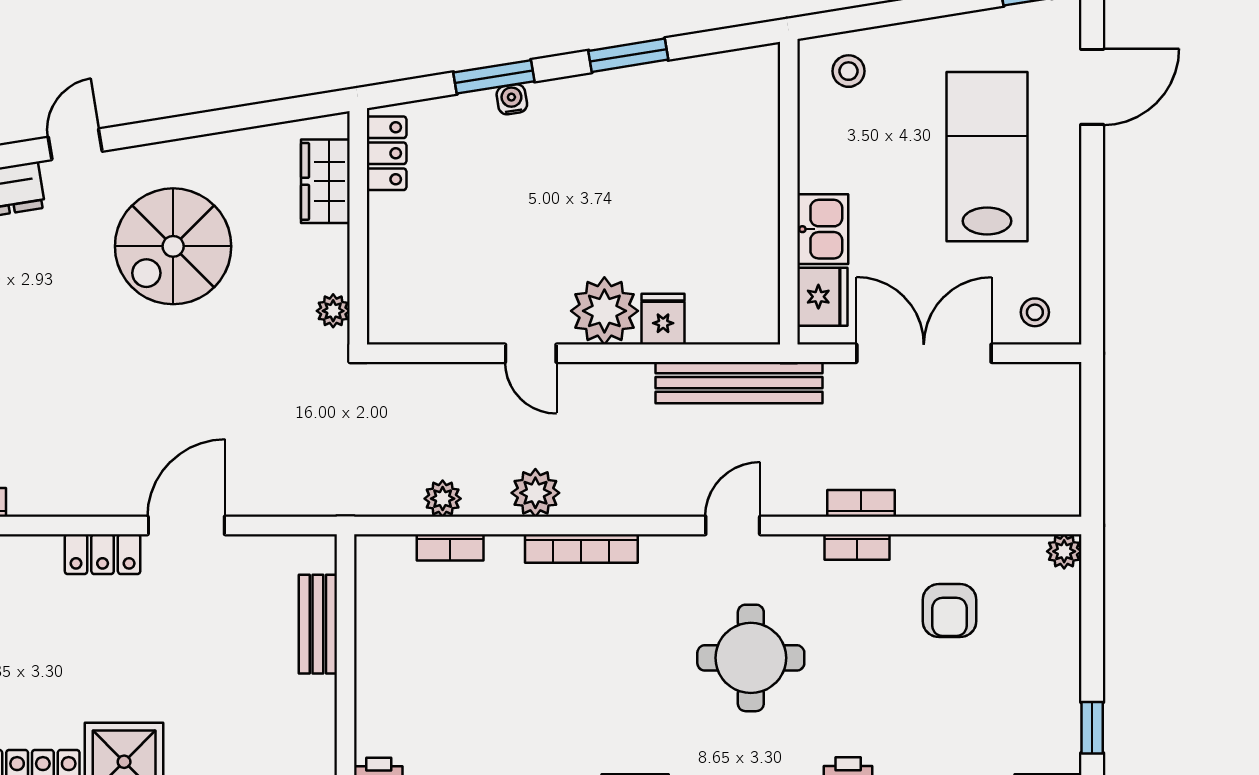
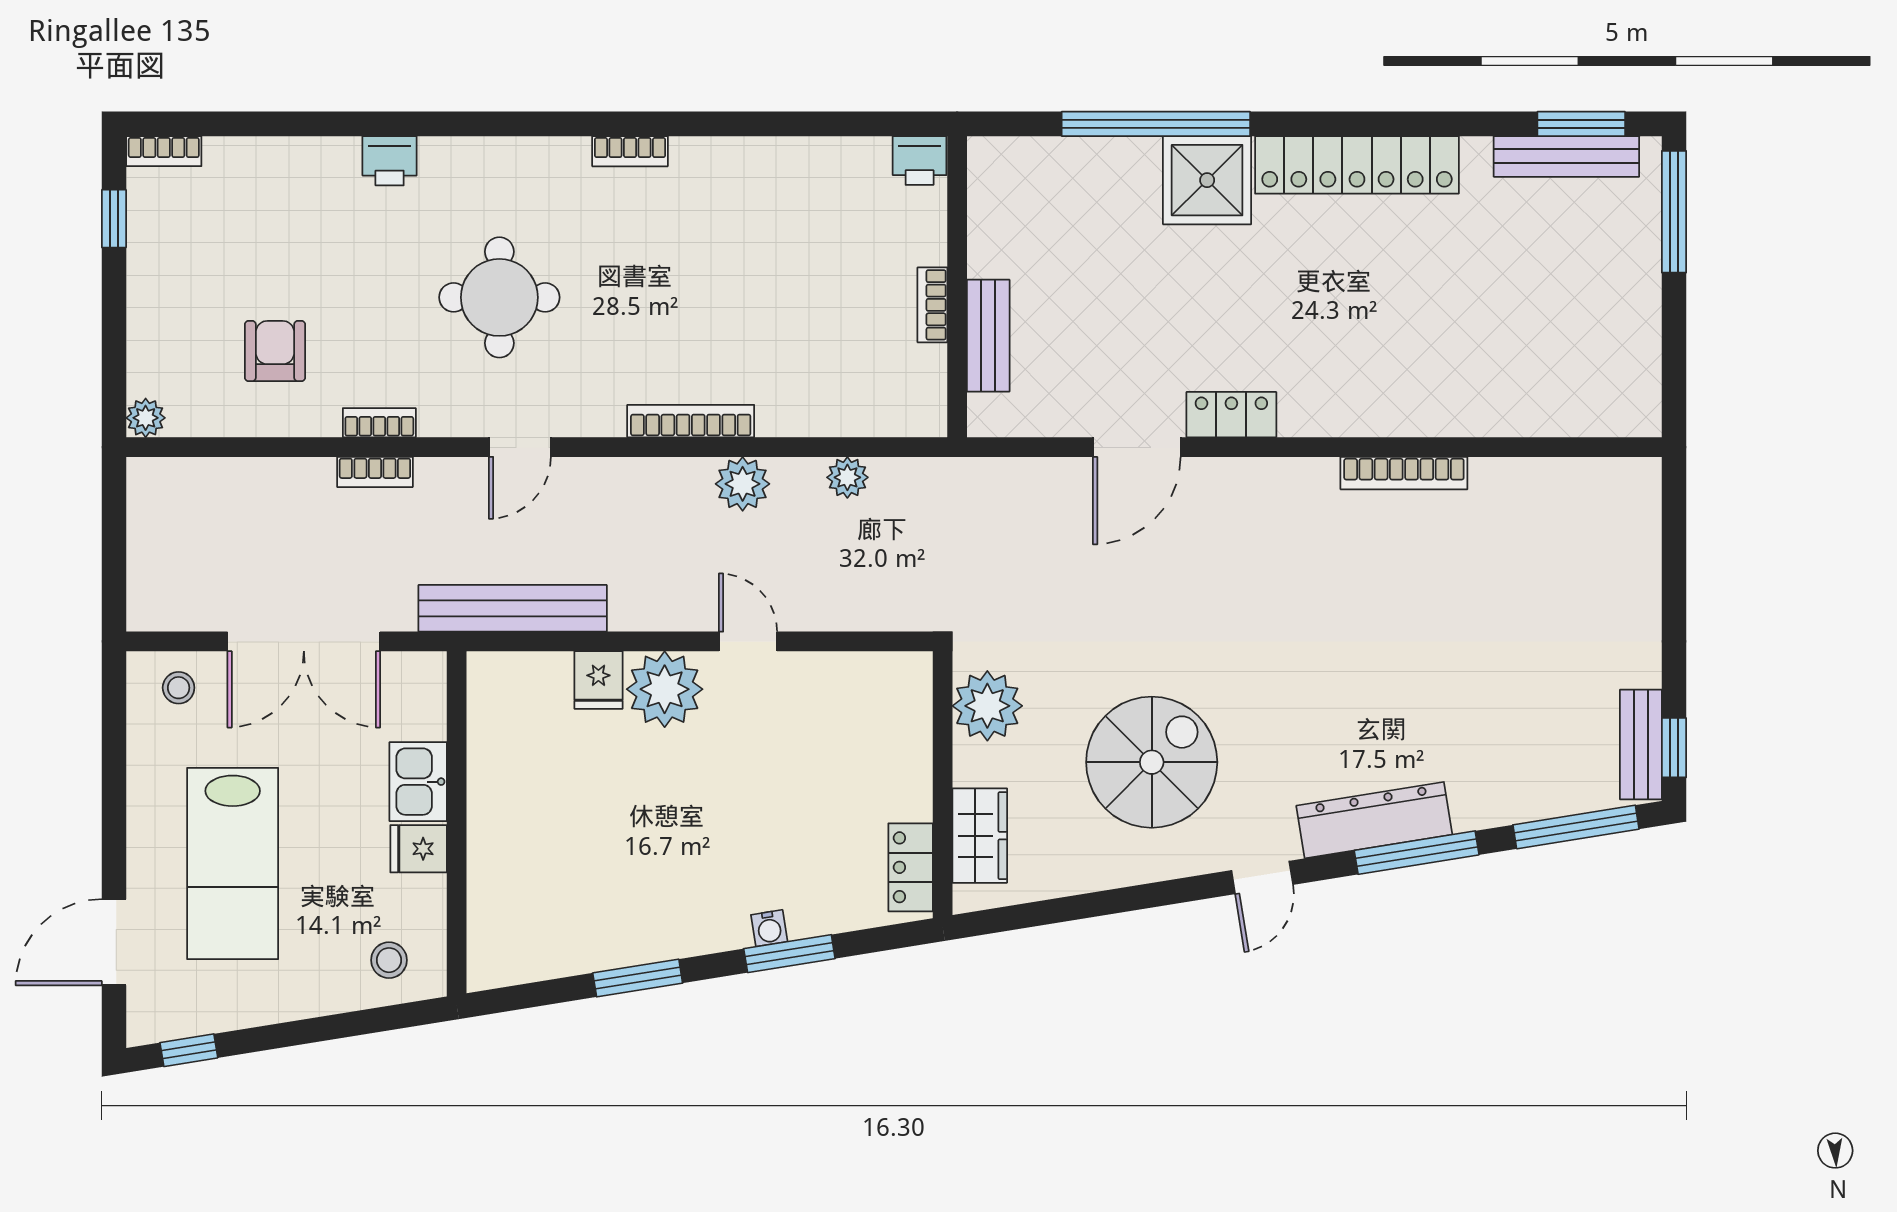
fridge: (822, 297) -> (419, 849), moved, width x0.72
plant: (333, 311) -> (987, 706), width x1.87, depth x1.87
bookcase: (450, 547) -> (932, 305), moved, turned -90

